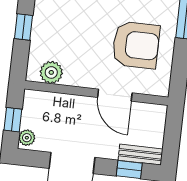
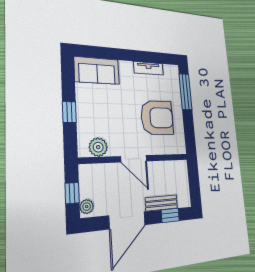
door: (115, 95) -> (134, 159), moved
bench: (140, 155) -> (161, 203), moved

